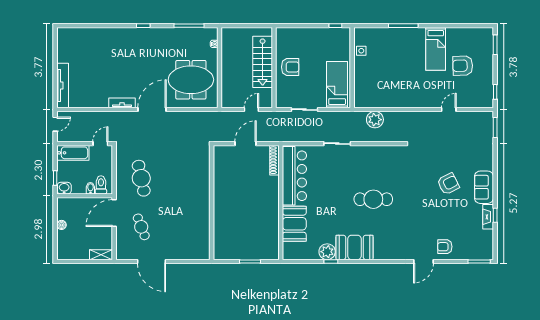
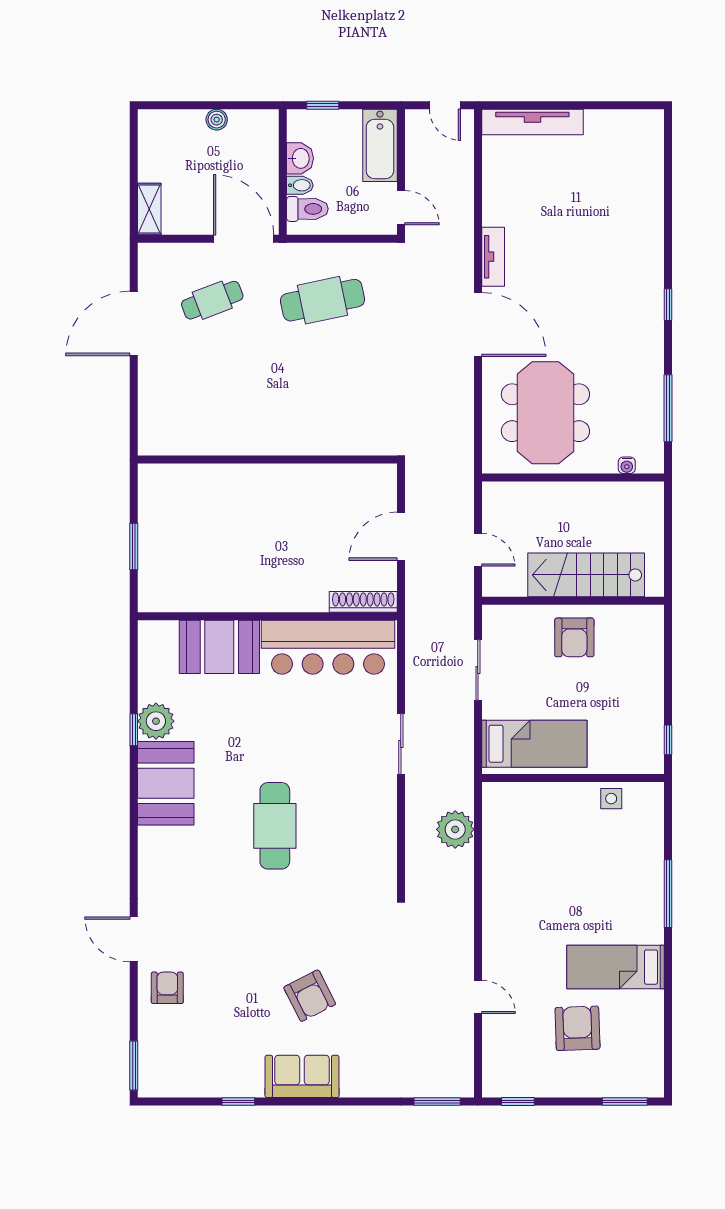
door: (245, 144) -> (401, 536), swing flipped
washbasin: (64, 188) -> (300, 158), moved
fireplace: (488, 217) -> (235, 1086), removed

